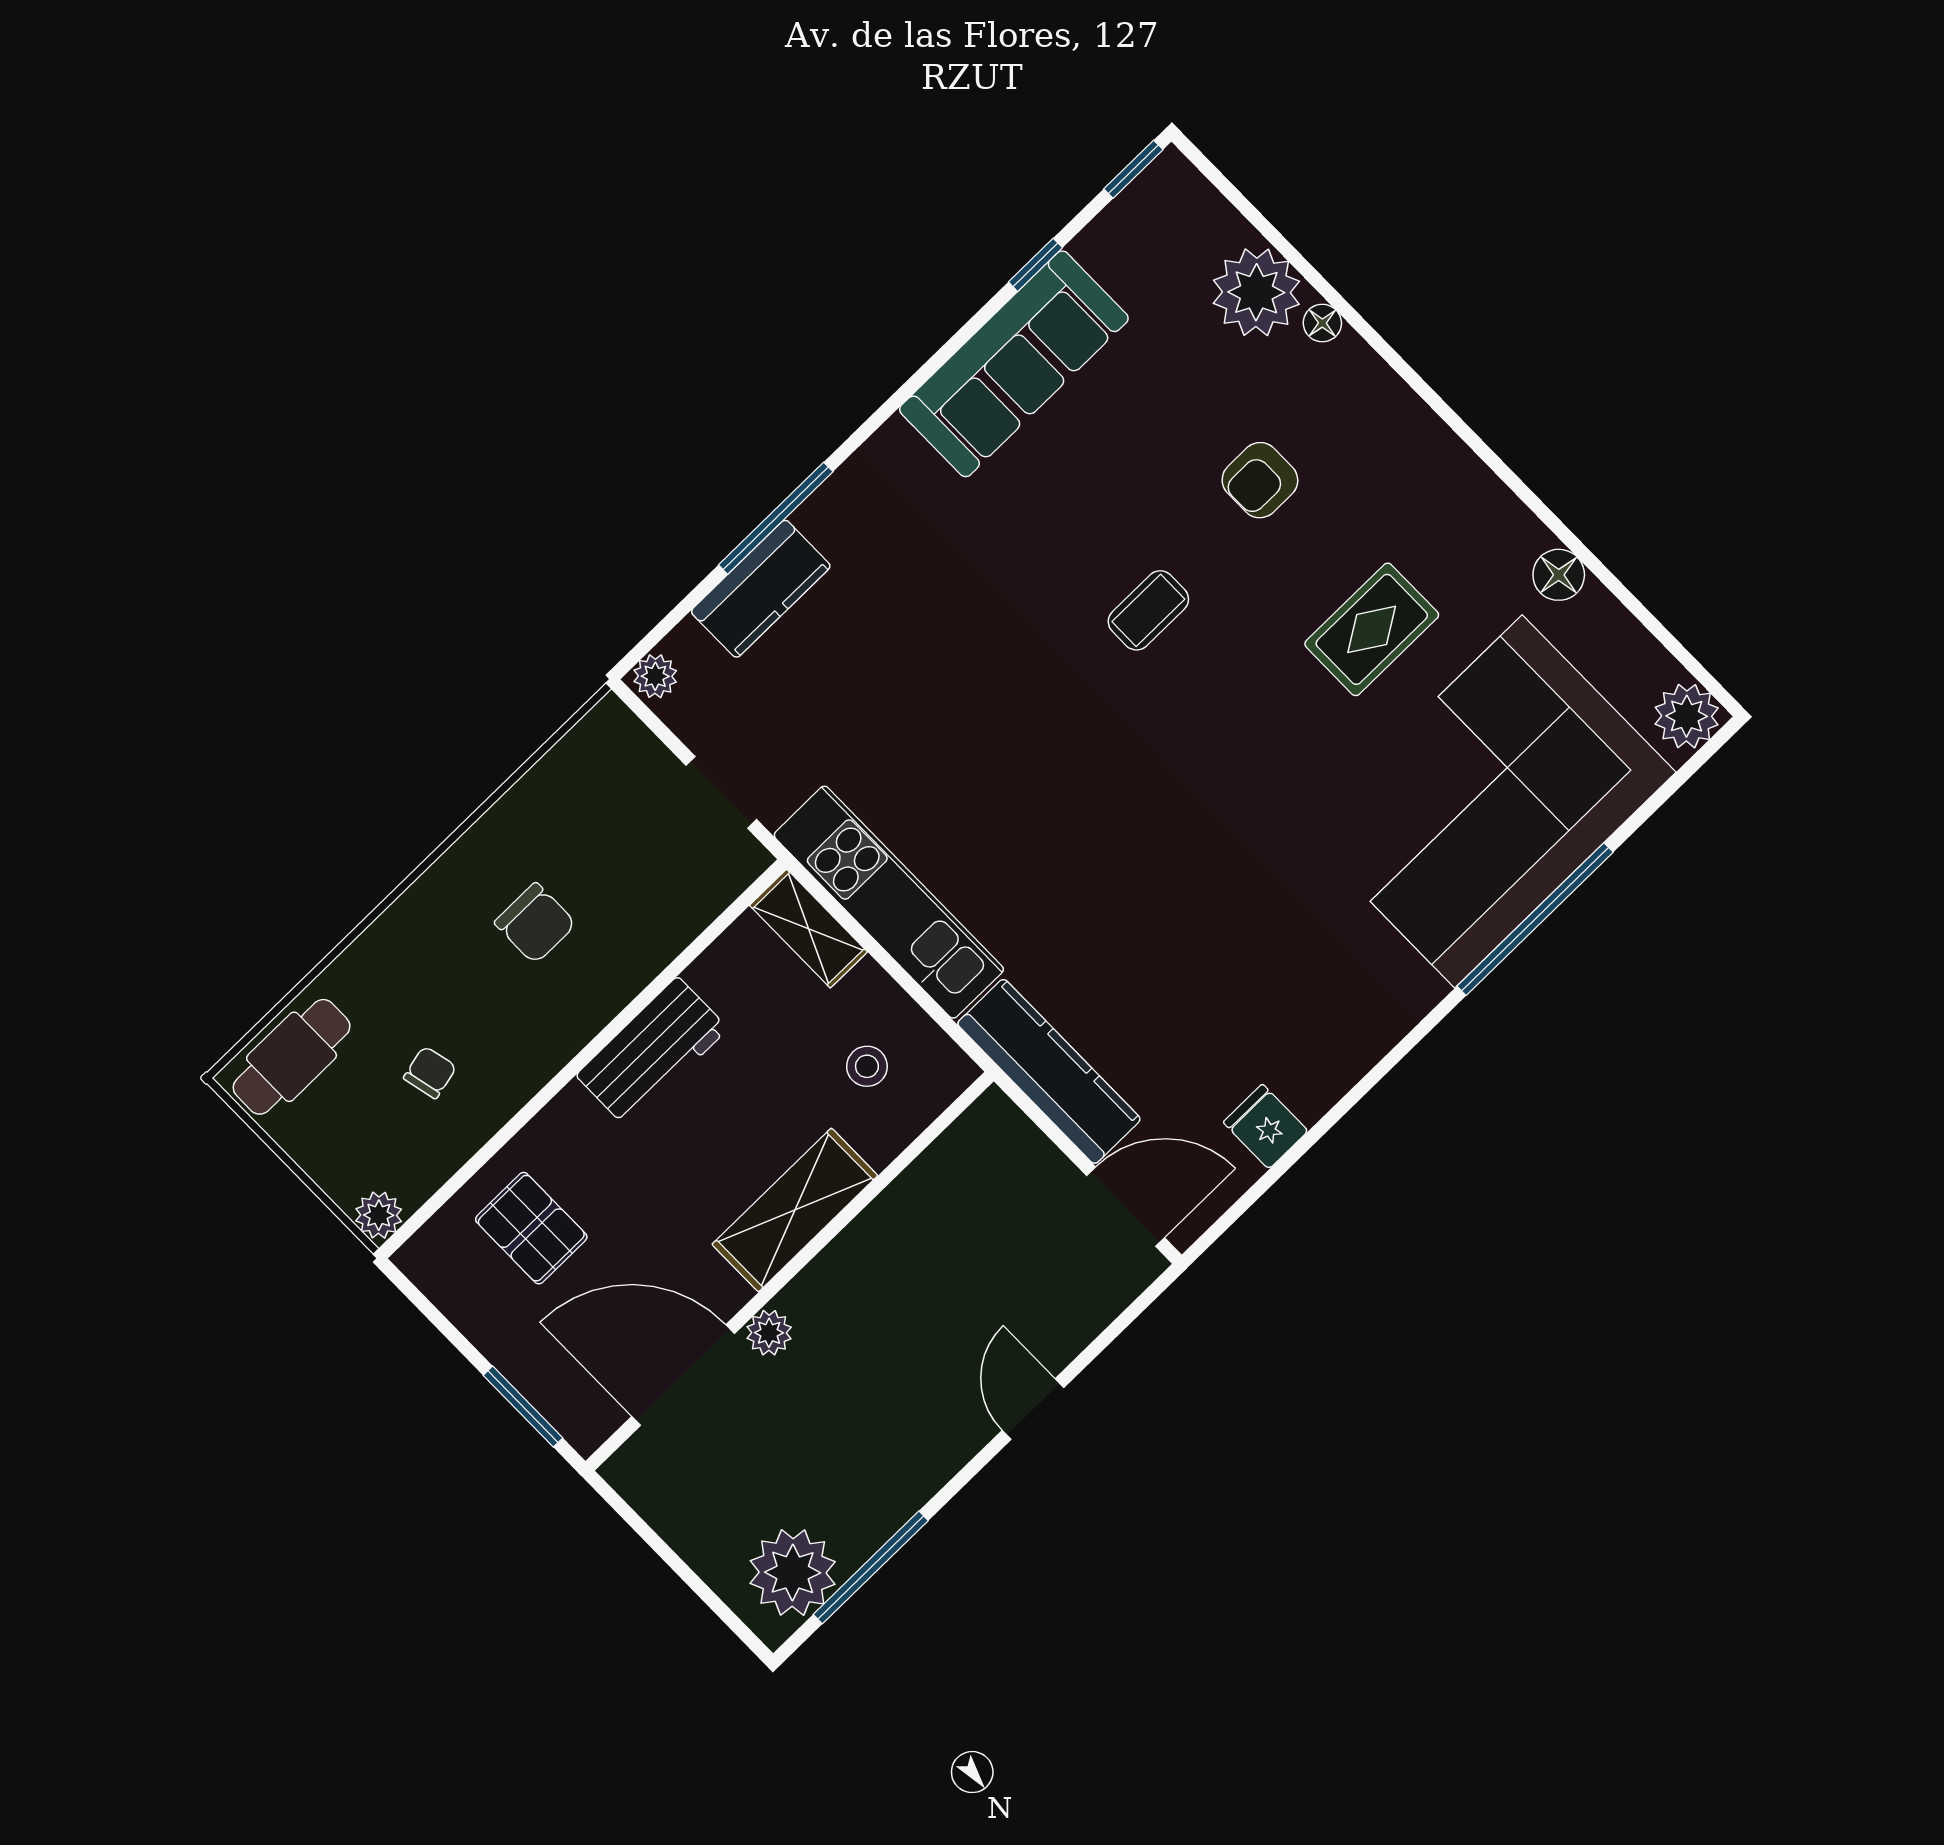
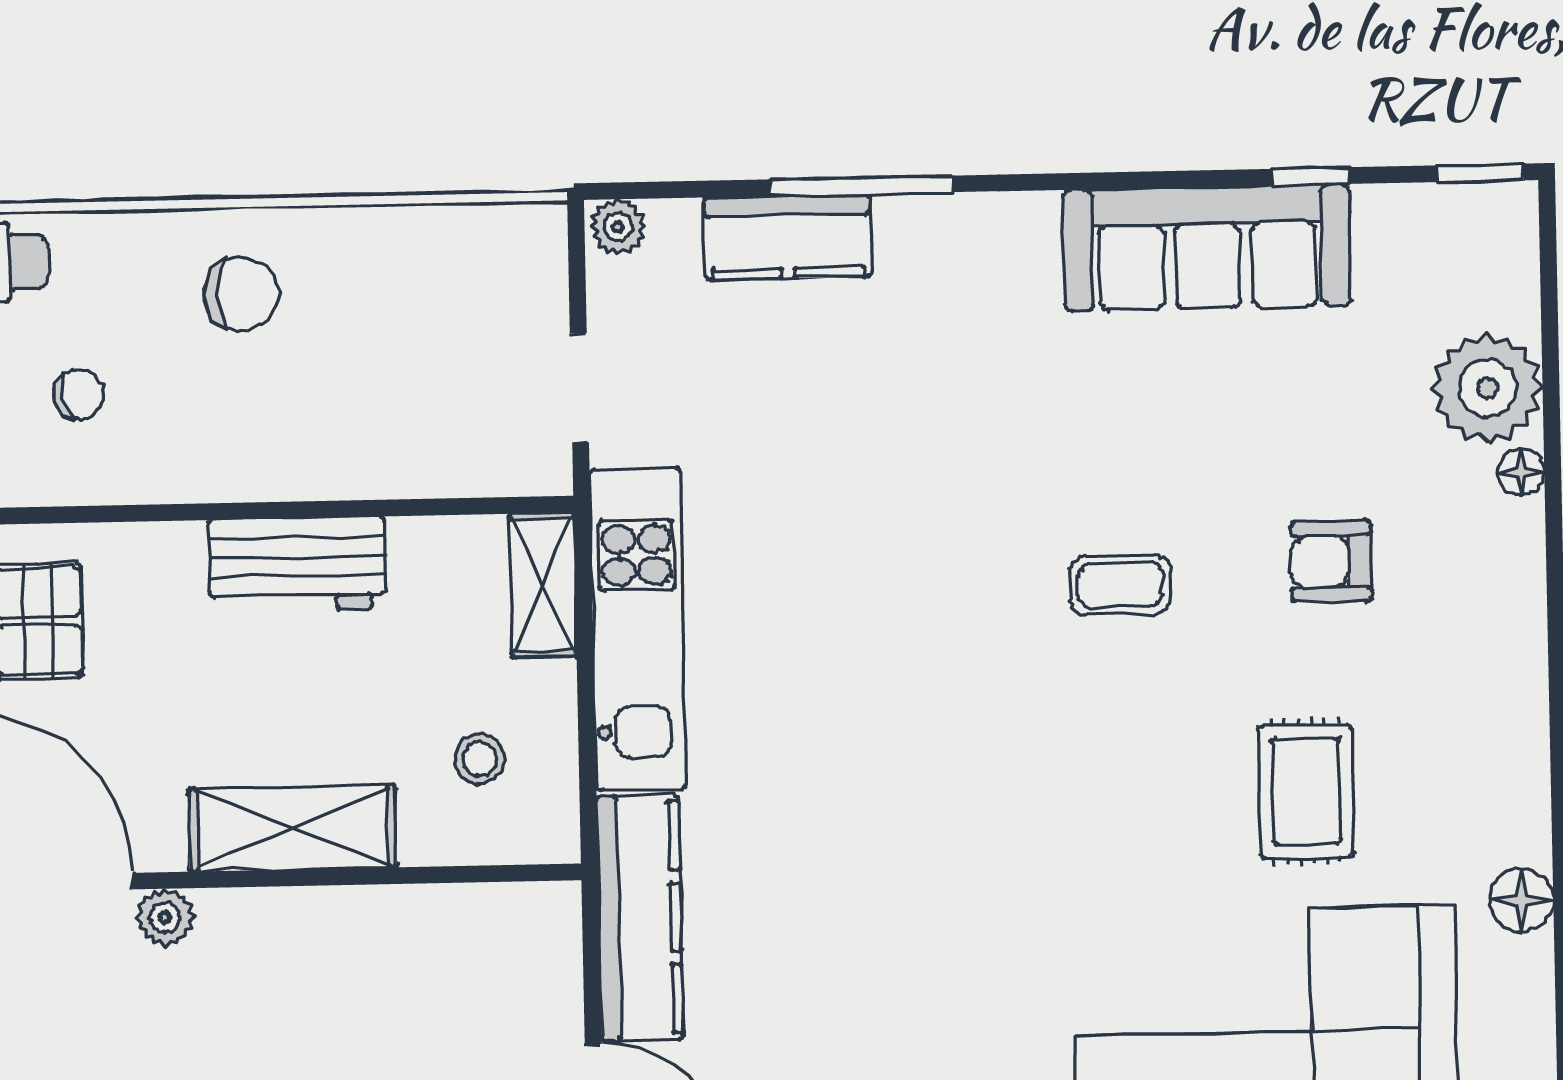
rug: (1372, 629) -> (1306, 791), turned 90
chair: (535, 923) -> (241, 294), moved, turned -90

